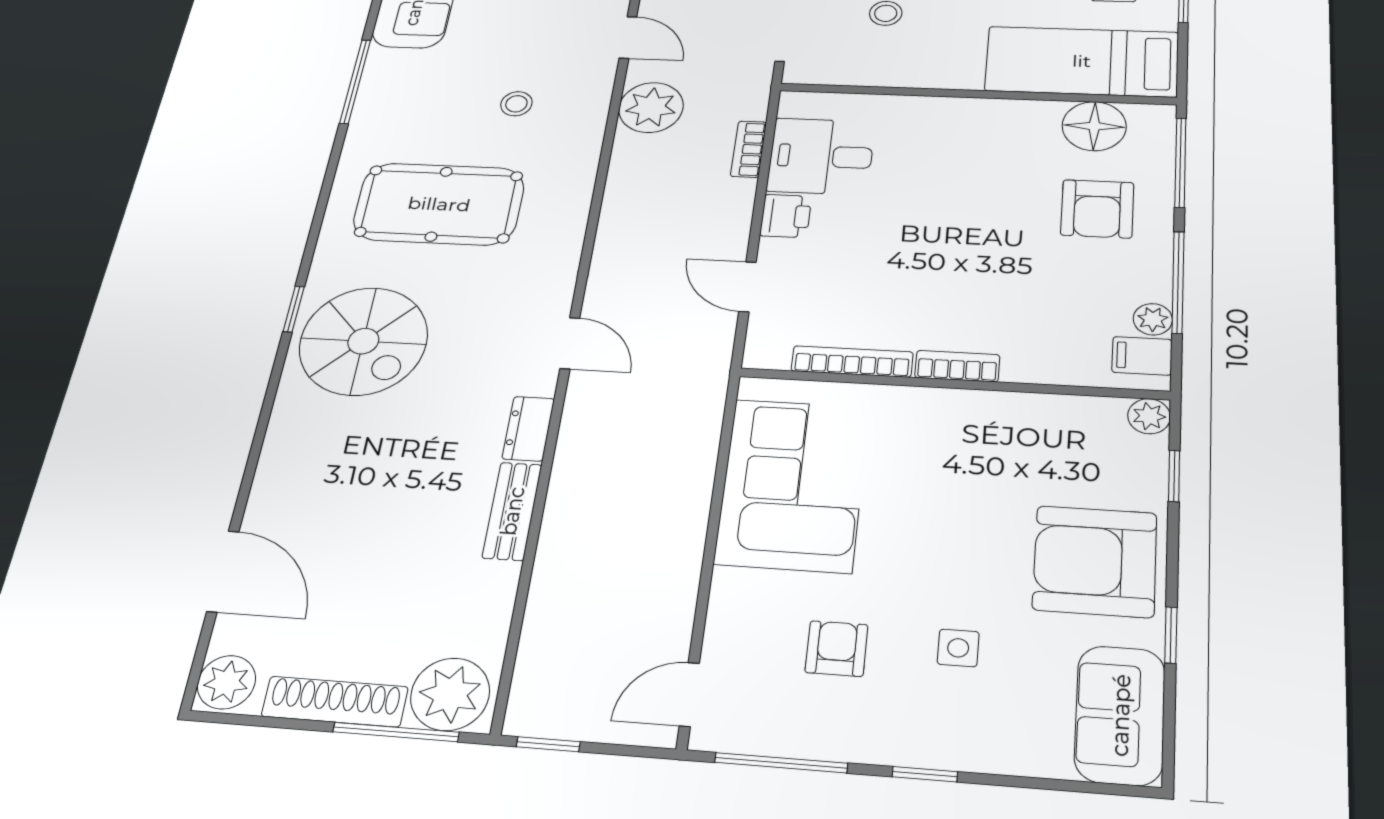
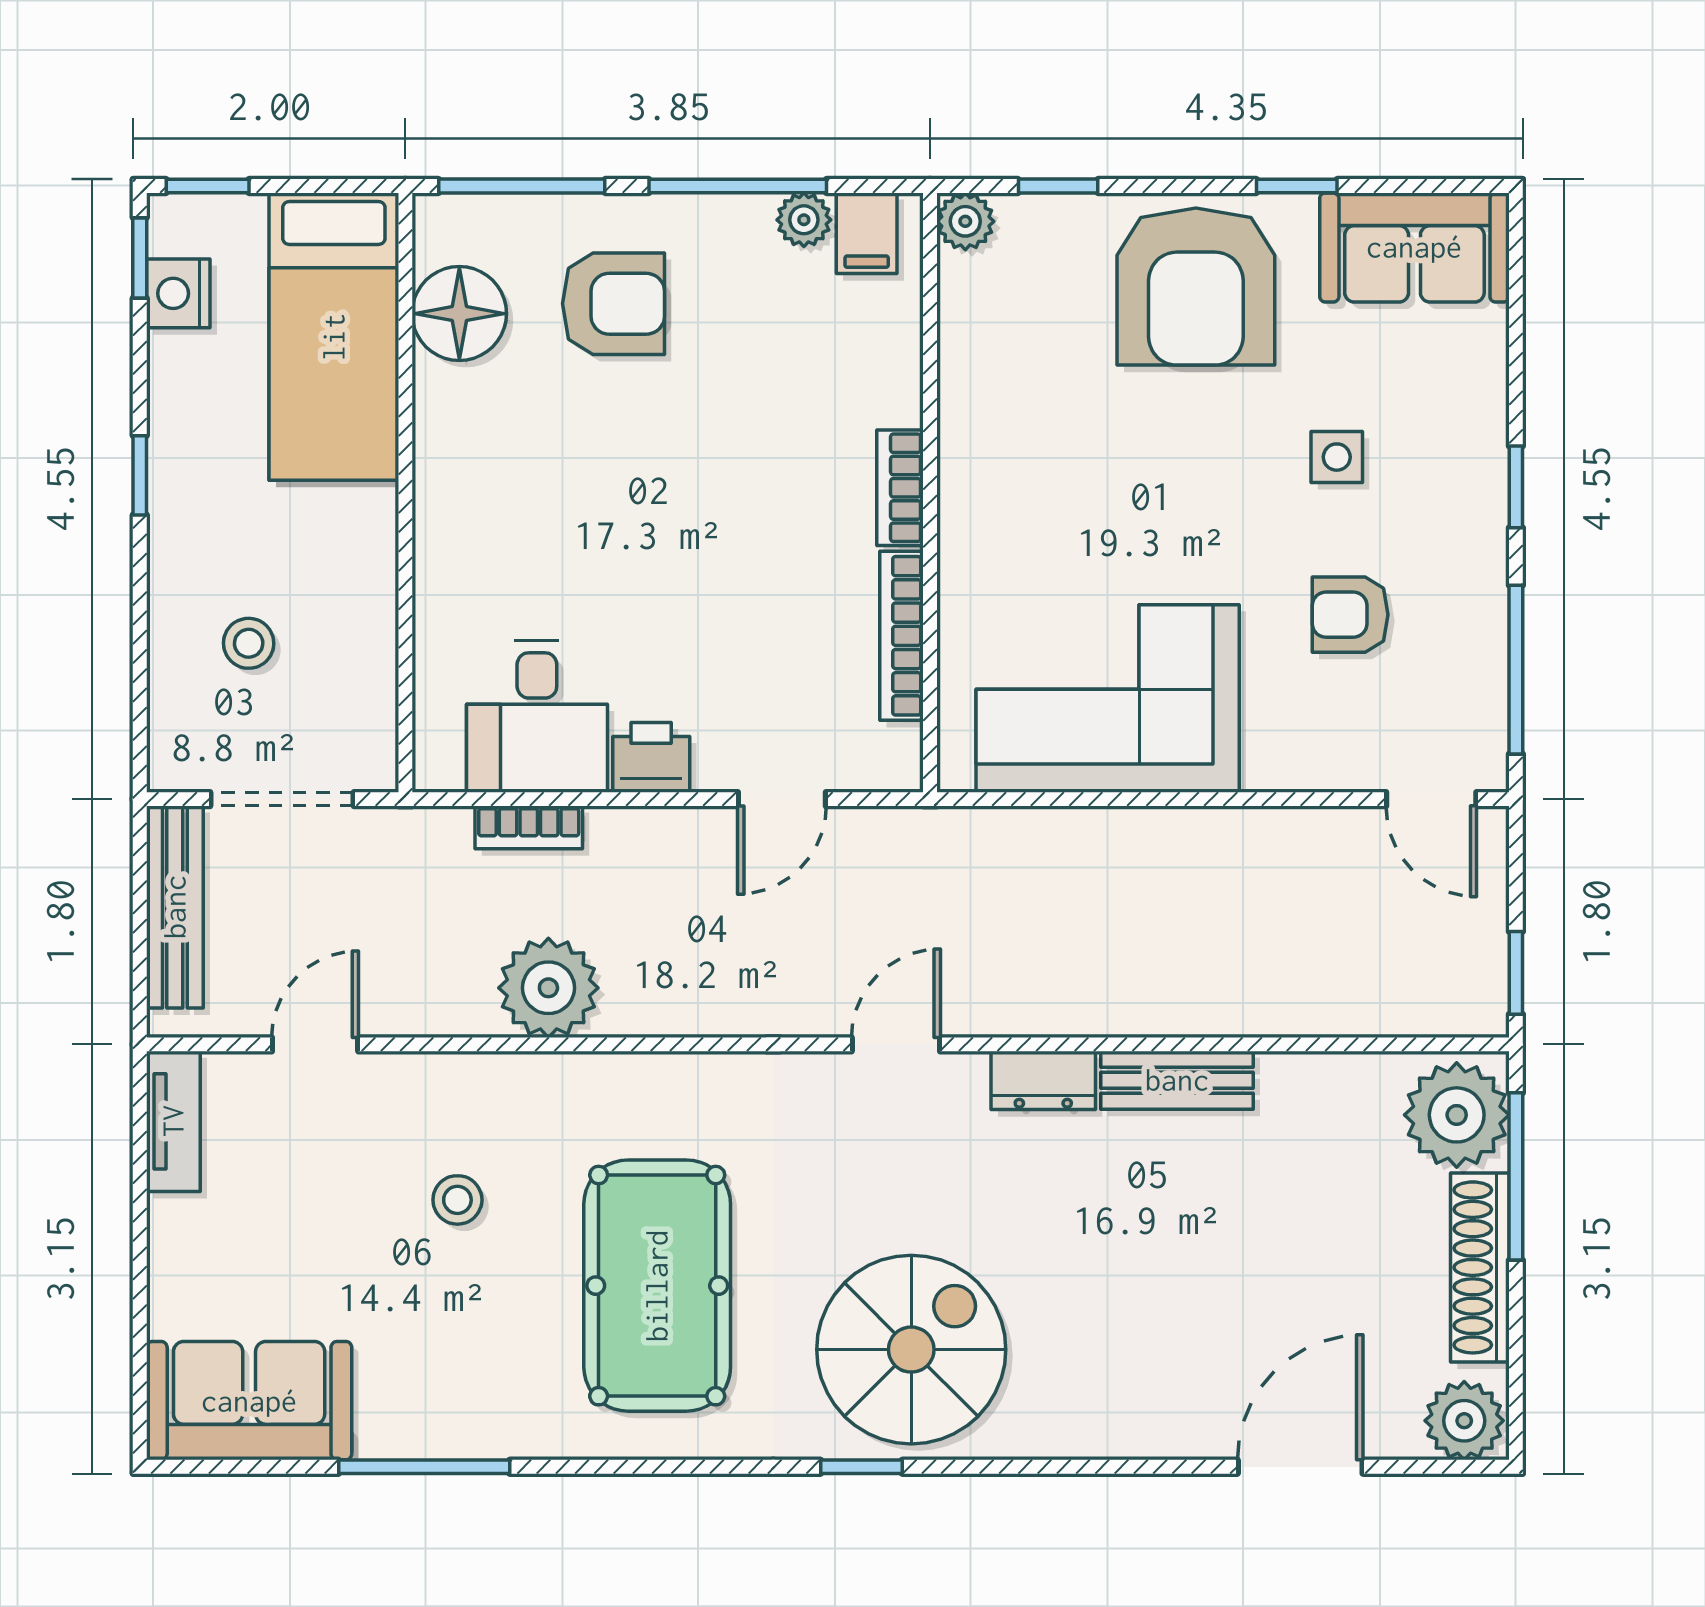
plant: (651, 107) -> (548, 988), moved

